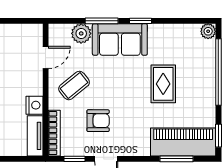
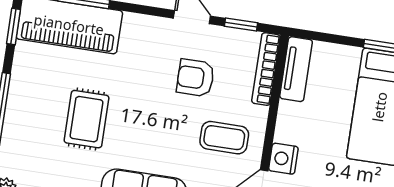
coffee table: (74, 85) -> (224, 138), turned 39
nightstand: (34, 105) -> (283, 159), moved

